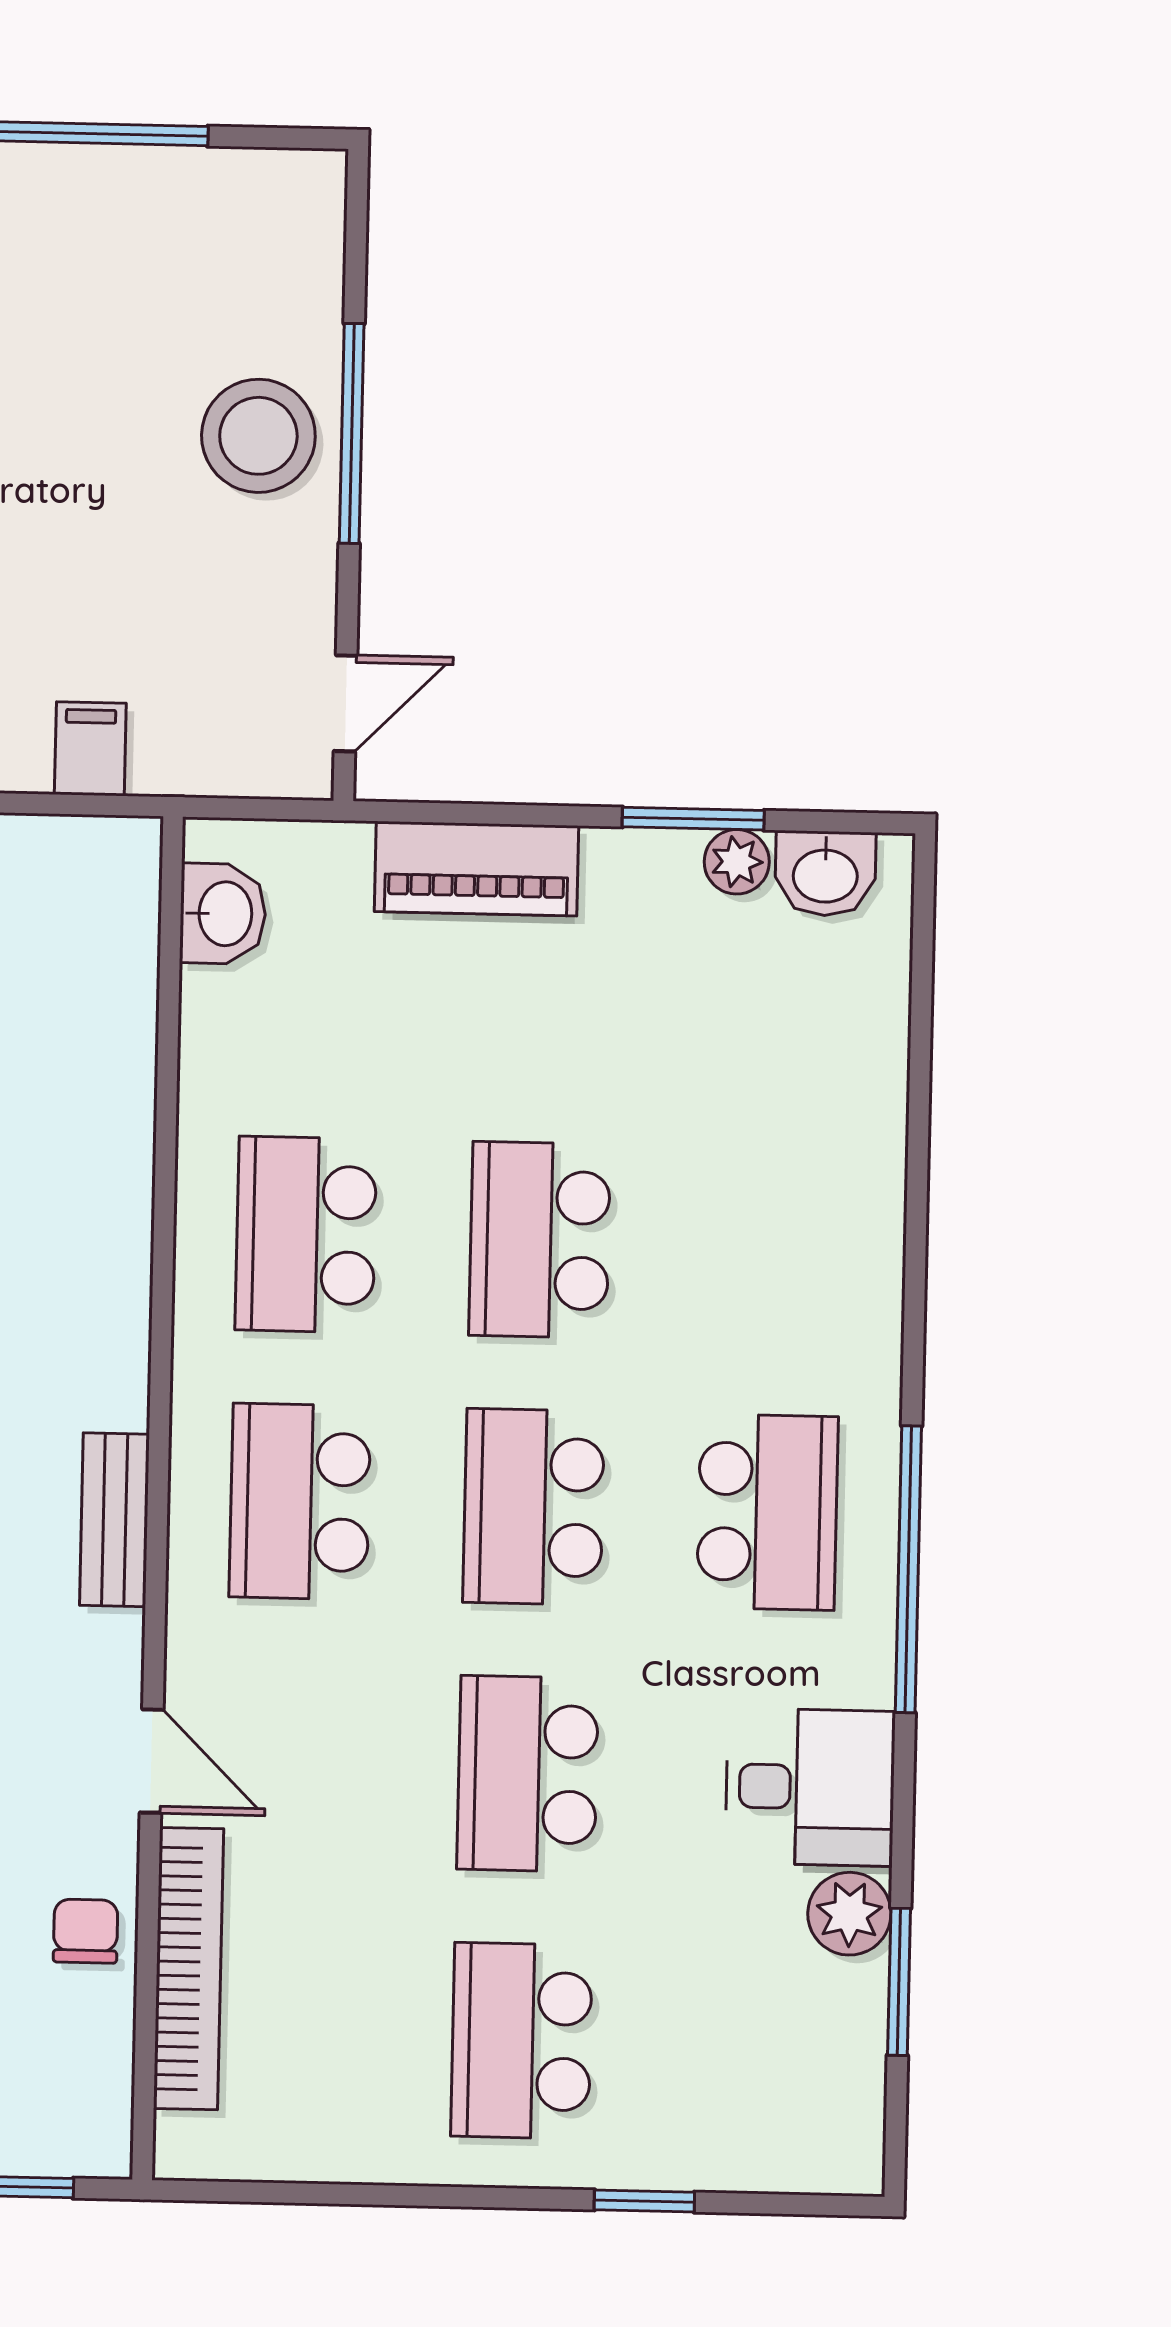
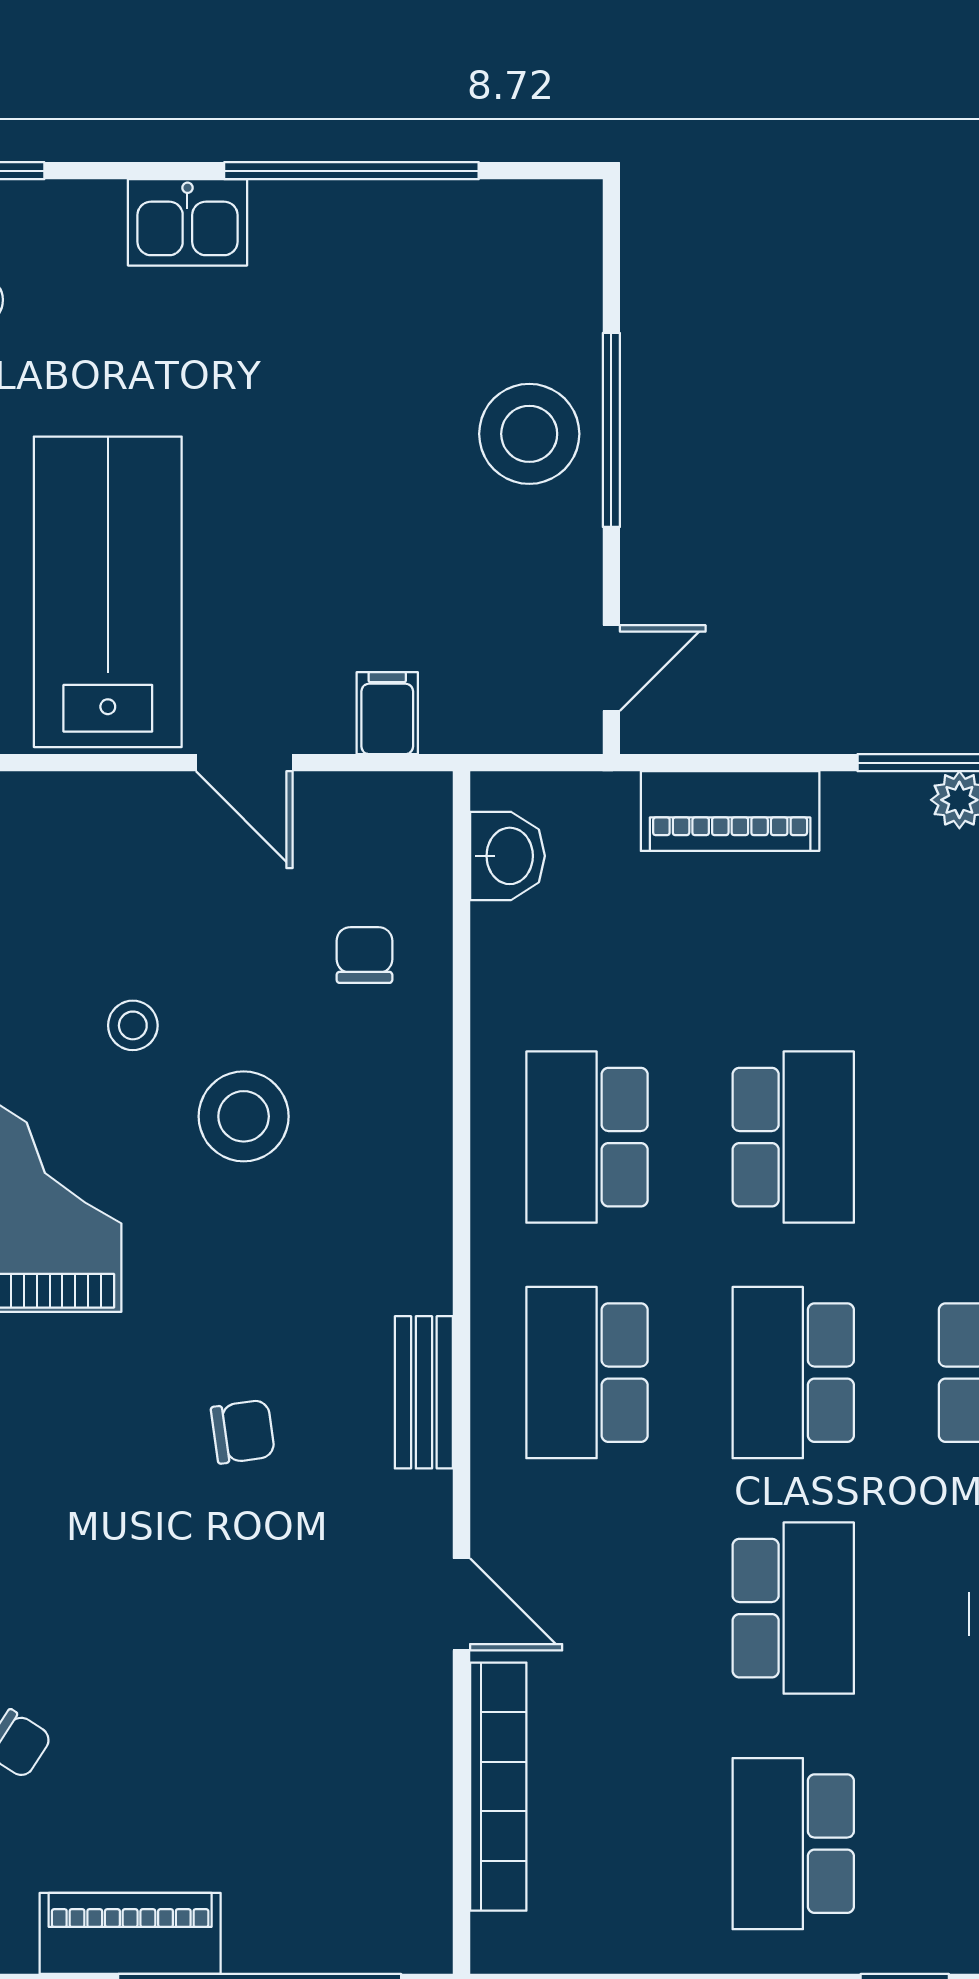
school desk: (540, 1240) -> (793, 1137), turned 180
school desk: (528, 1774) -> (793, 1608), turned 180
chair: (86, 1931) -> (364, 955), moved

